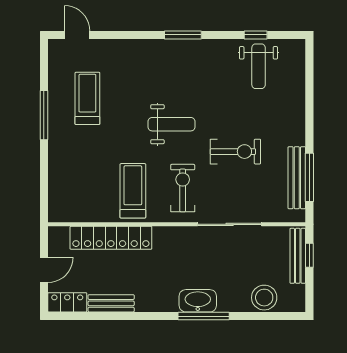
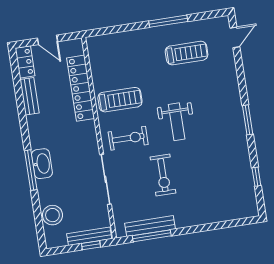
weight bench: (259, 66) -> (232, 183), removed

